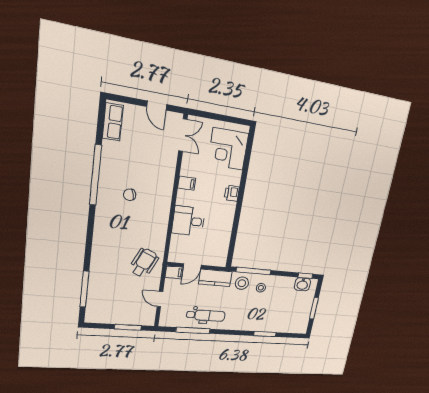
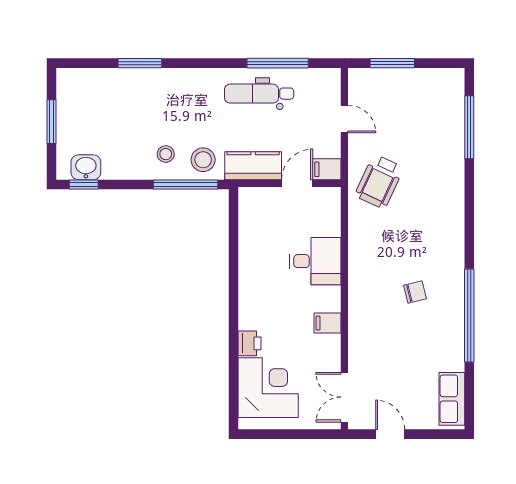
printer: (232, 193) -> (250, 343), moved

